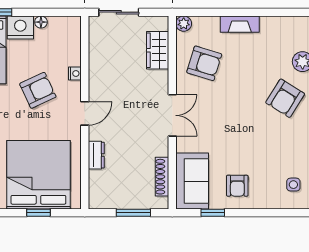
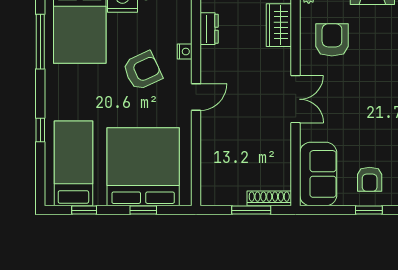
armchair: (204, 63) -> (332, 40), turned -107
dresser: (96, 155) -> (209, 29), moved
shoe rack: (162, 177) -> (269, 198), moved, turned 90
window: (213, 213) -> (369, 210), moved

